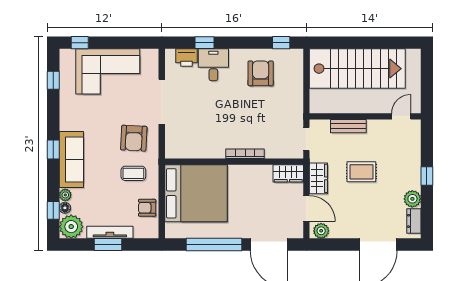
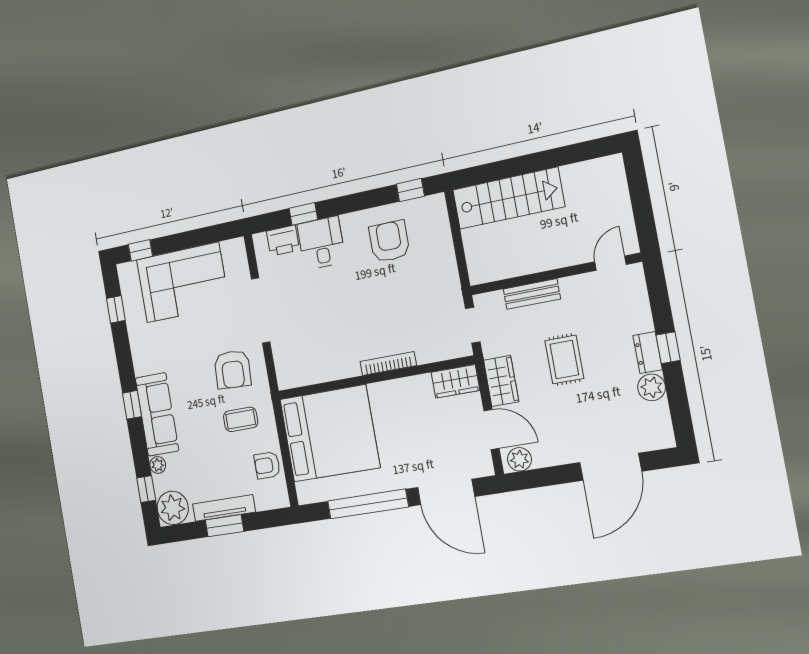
stairs: (357, 69) -> (508, 198), width x0.73, depth x0.66
rug: (361, 172) -> (564, 359), turned 90
floor lamp: (65, 208) -> (160, 483), removed
dresser: (414, 221) -> (648, 353), moved

